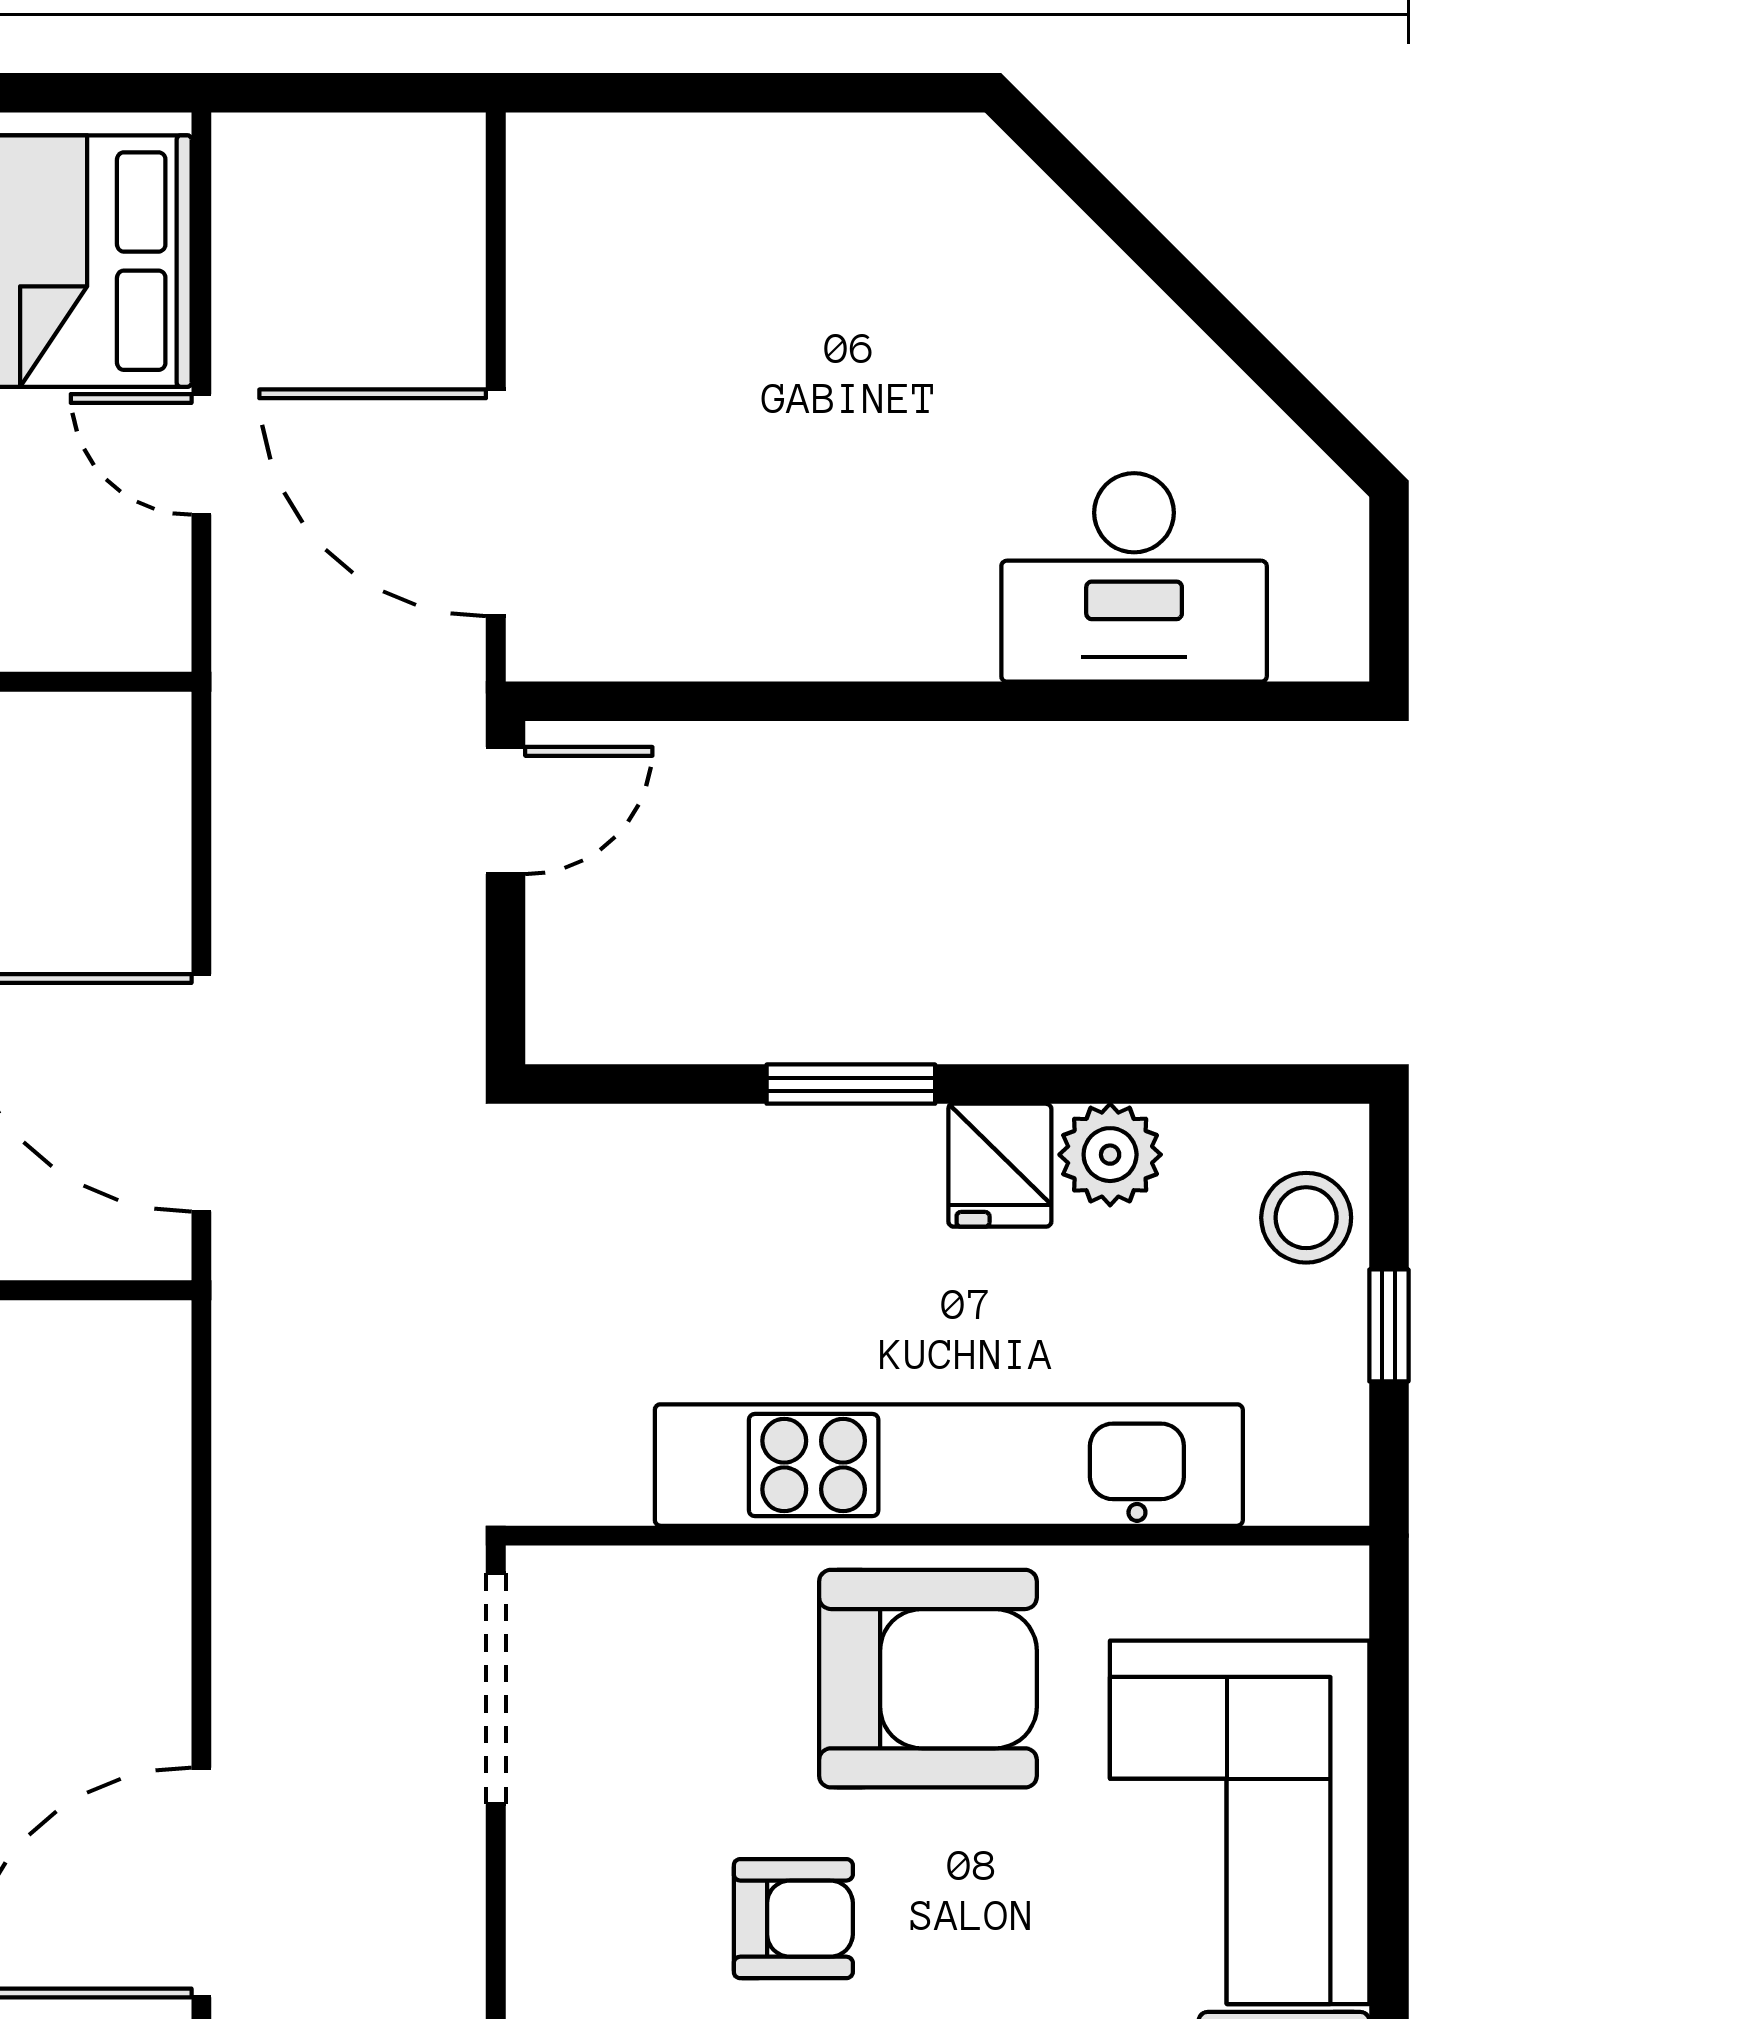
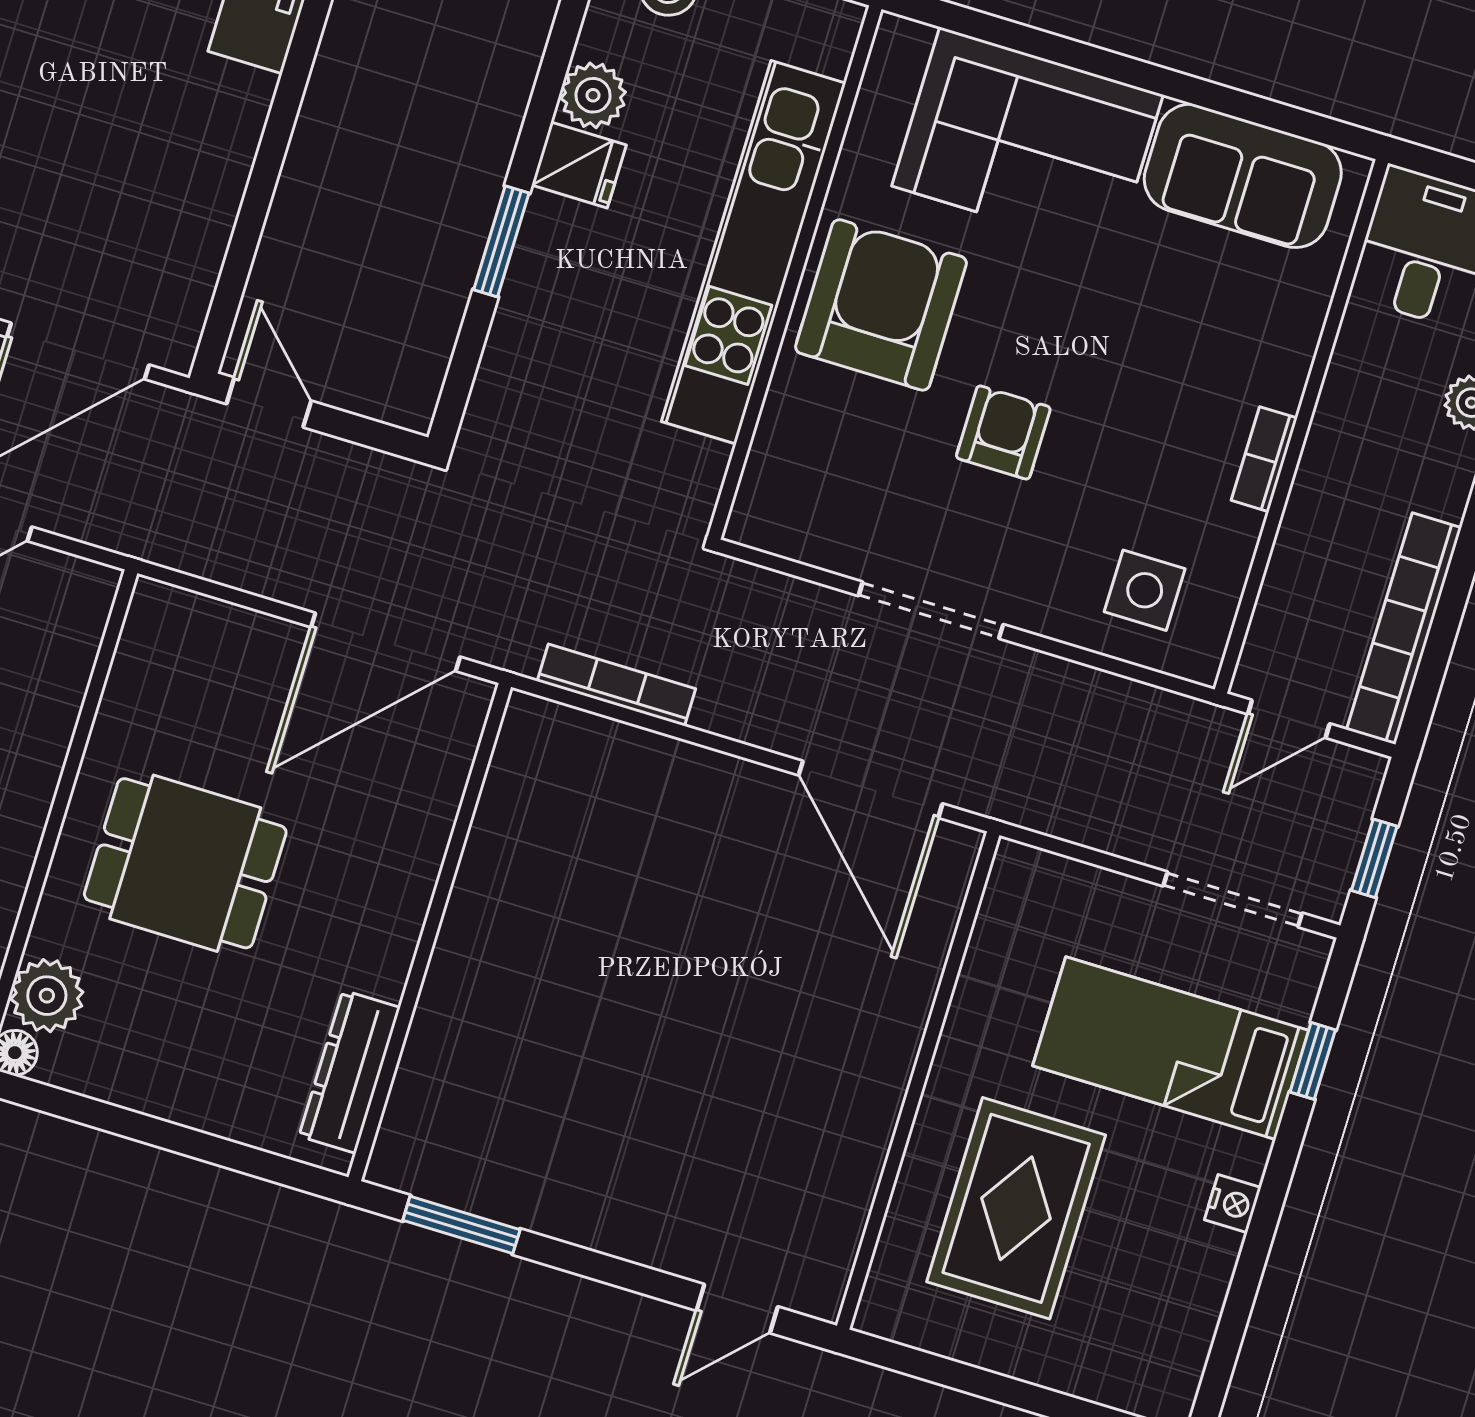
bookcase: (242, 1456) -> (616, 685), added
doorway: (496, 1689) -> (931, 610), moved

